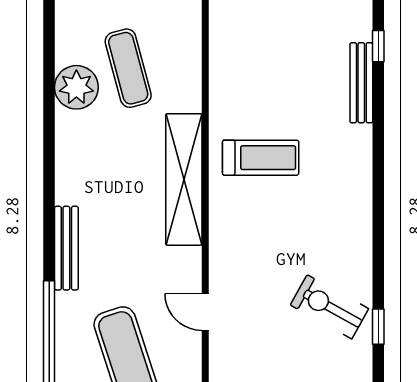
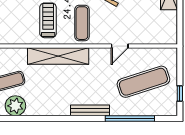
exercise mat: (255, 231) -> (82, 23), added

